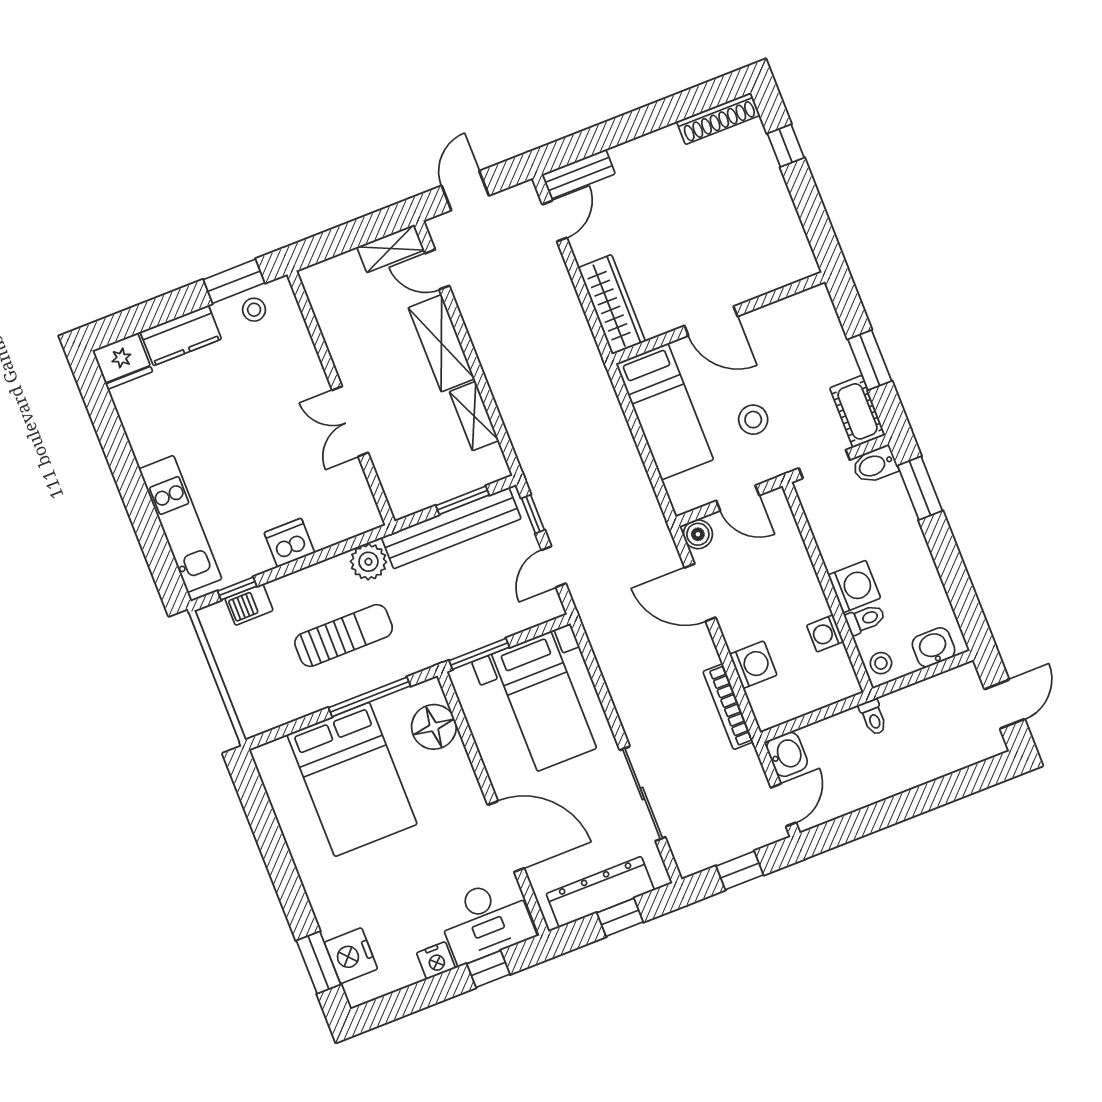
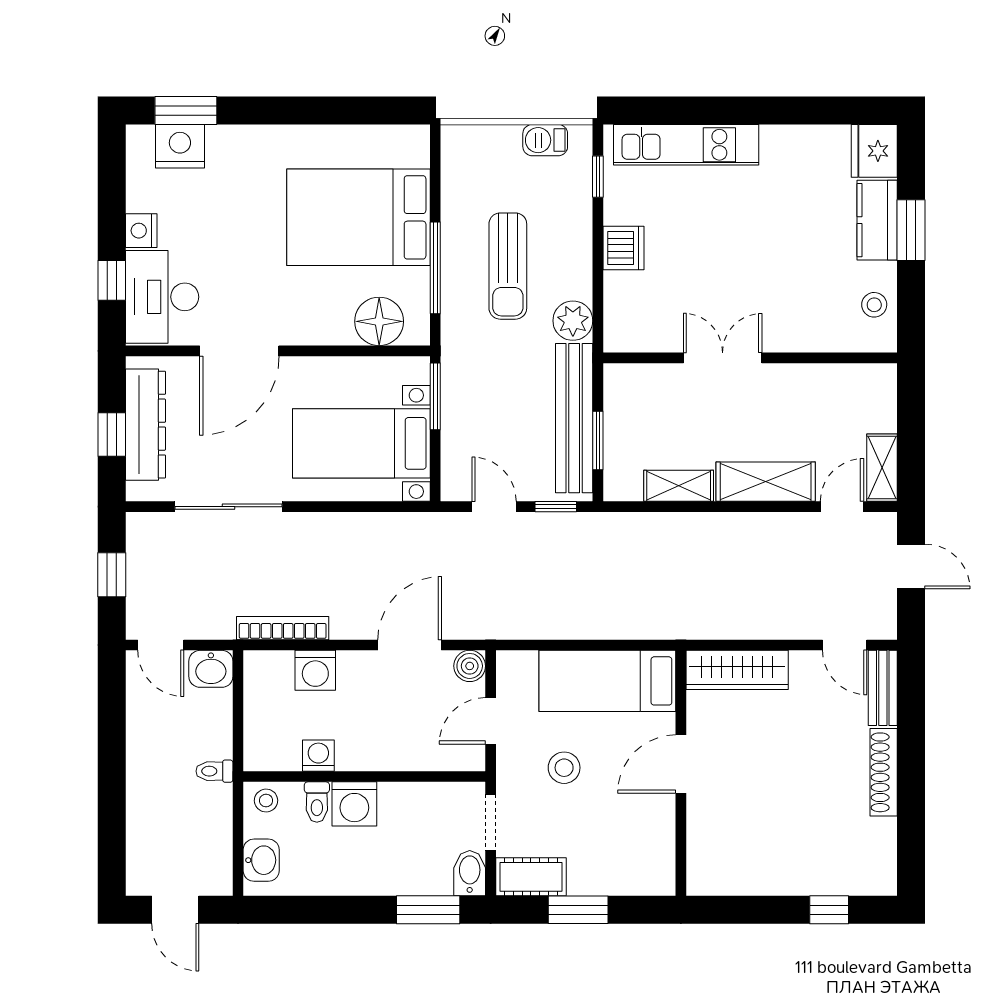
shoe rack: (718, 118) -> (884, 772), moved
window: (234, 281) -> (911, 230), moved
barbecue: (249, 605) -> (545, 140), moved, turned -90

